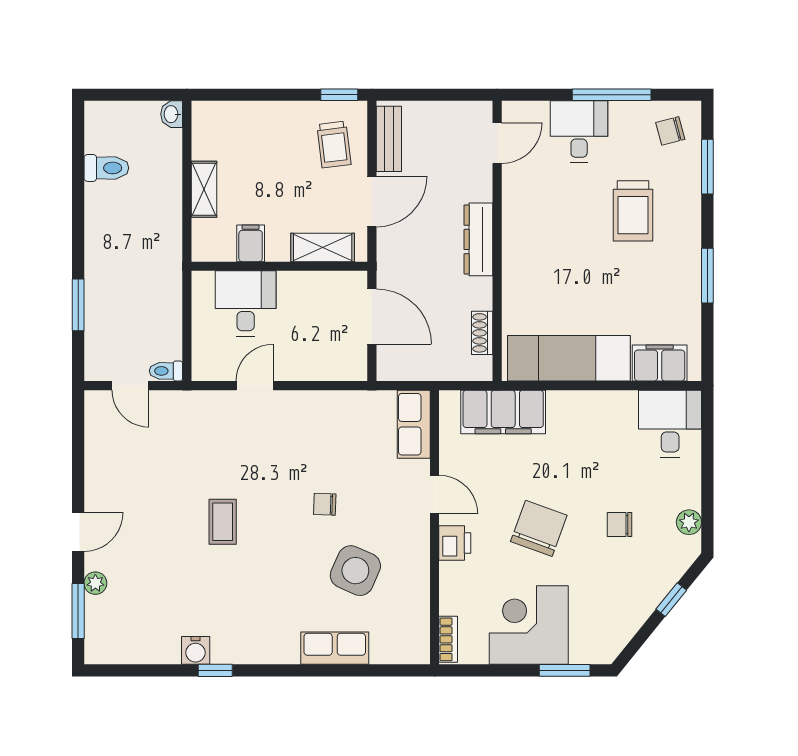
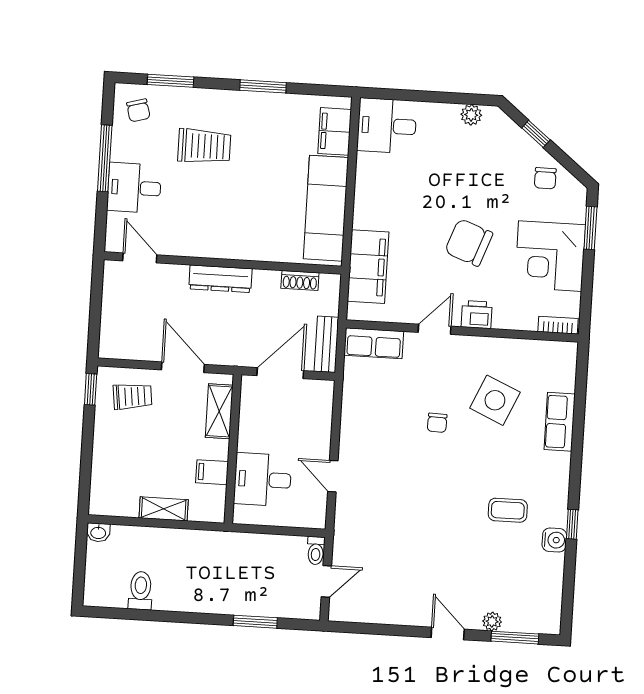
bench: (389, 139) -> (326, 344), moved, turned 90
coffee table: (223, 522) -> (508, 510), moved
chair: (620, 525) -> (545, 178), moved

